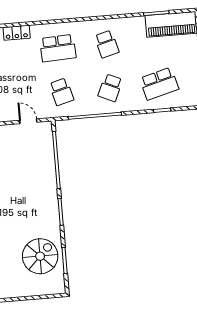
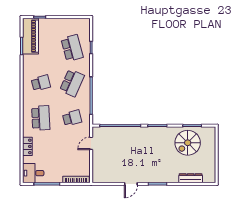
school desk: (110, 88) -> (72, 83), width x1.85
spiral stairs: (40, 256) -> (188, 143), turned -90

